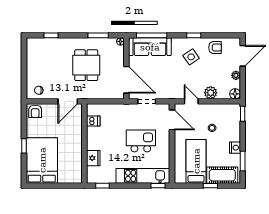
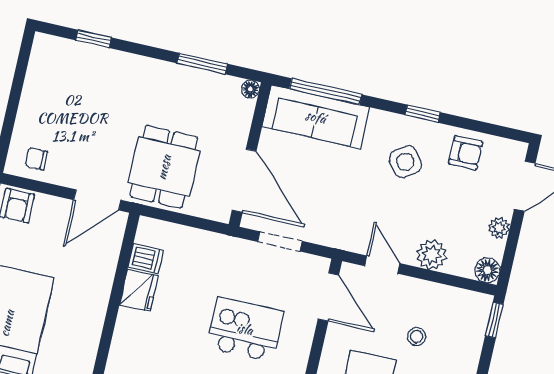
dining table: (86, 65) -> (164, 167), moved
fridge: (93, 158) -> (139, 290), moved

